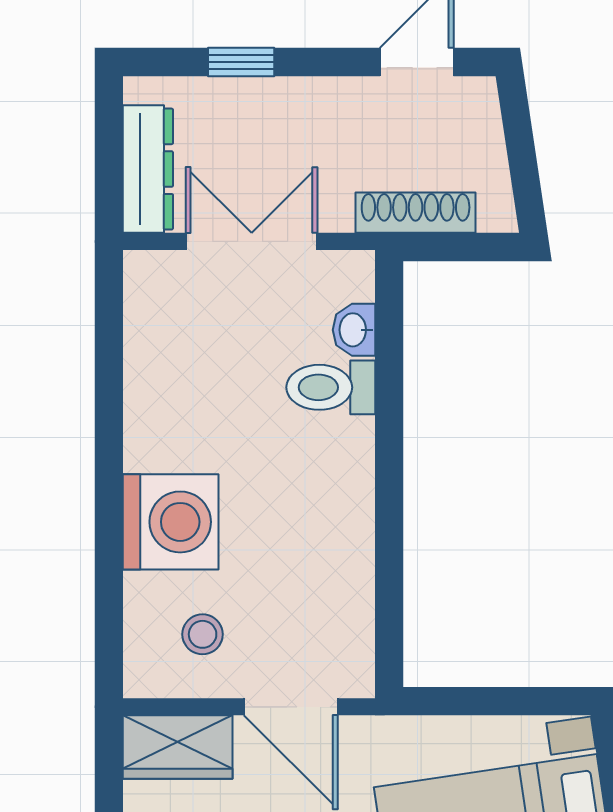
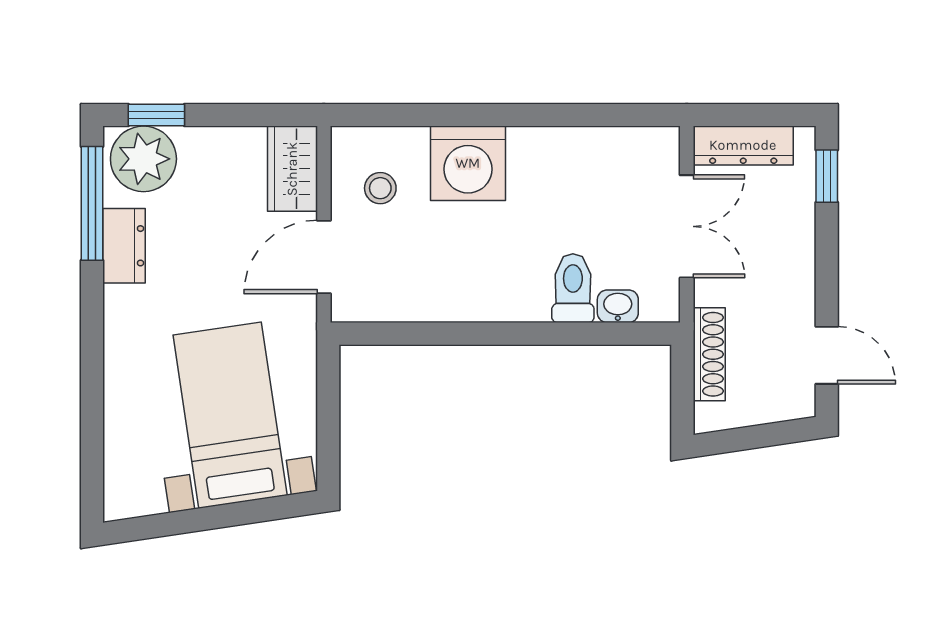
window: (241, 62) -> (827, 176), moved

